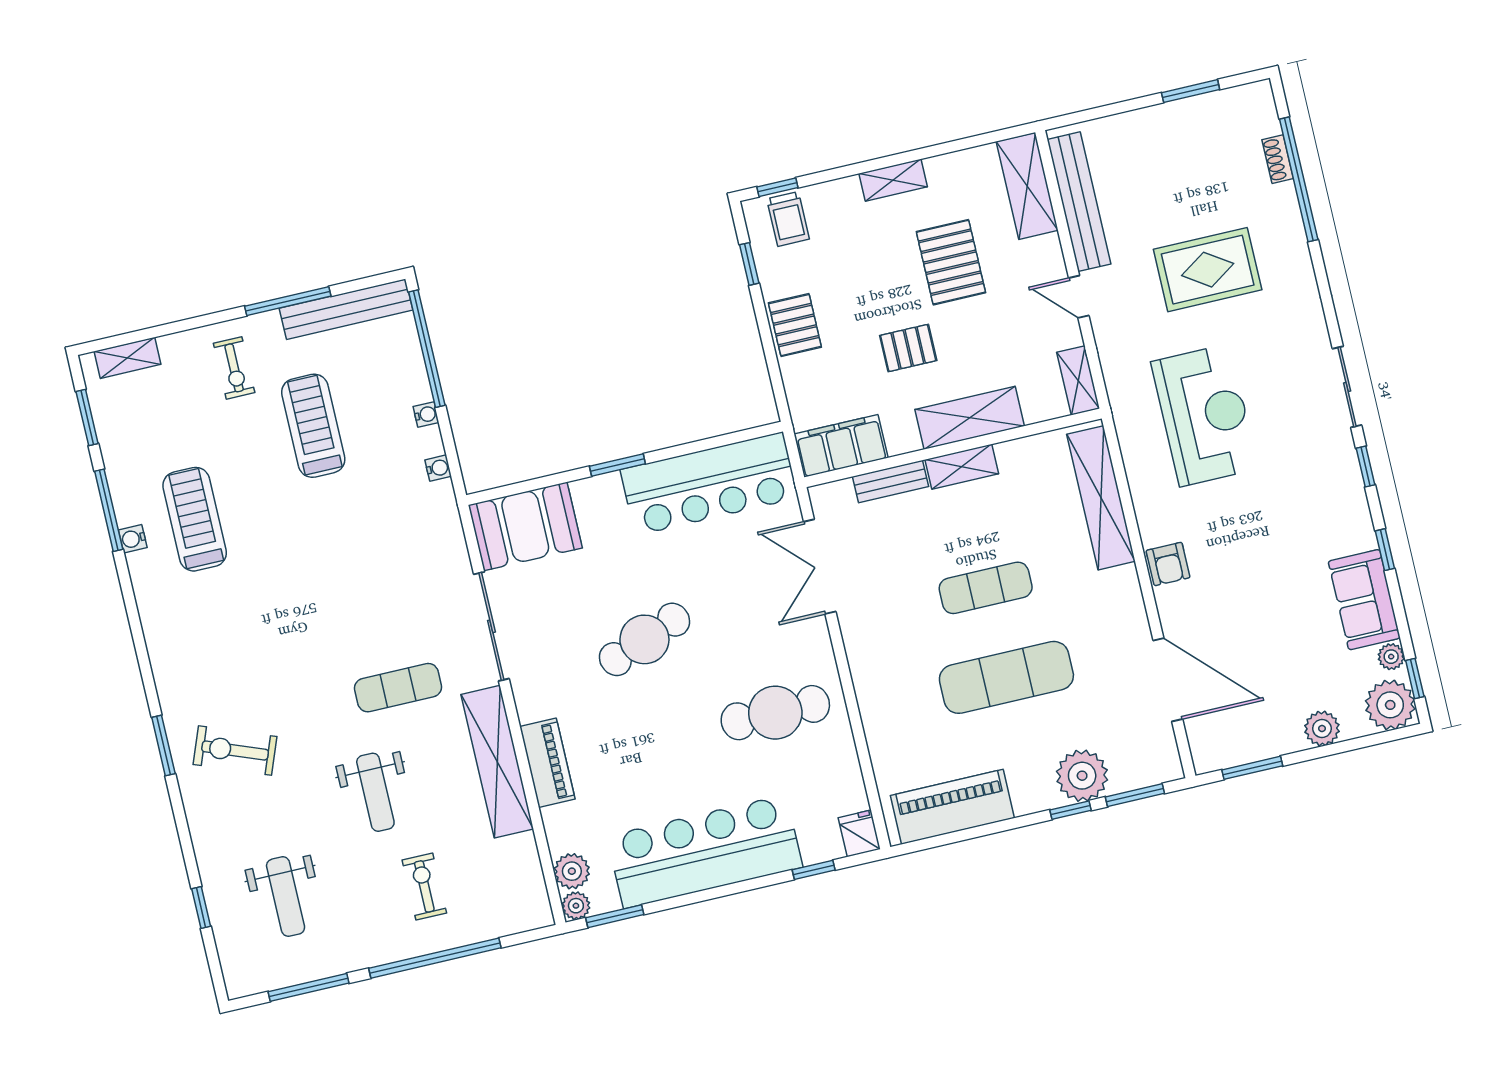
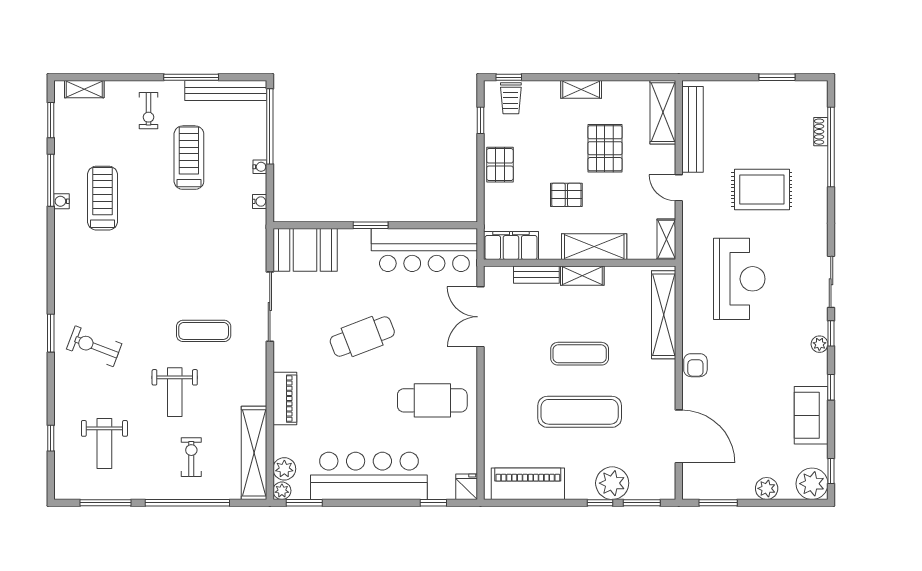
plant: (1391, 657) -> (819, 344), moved
shelving: (497, 762) -> (254, 453), moved

